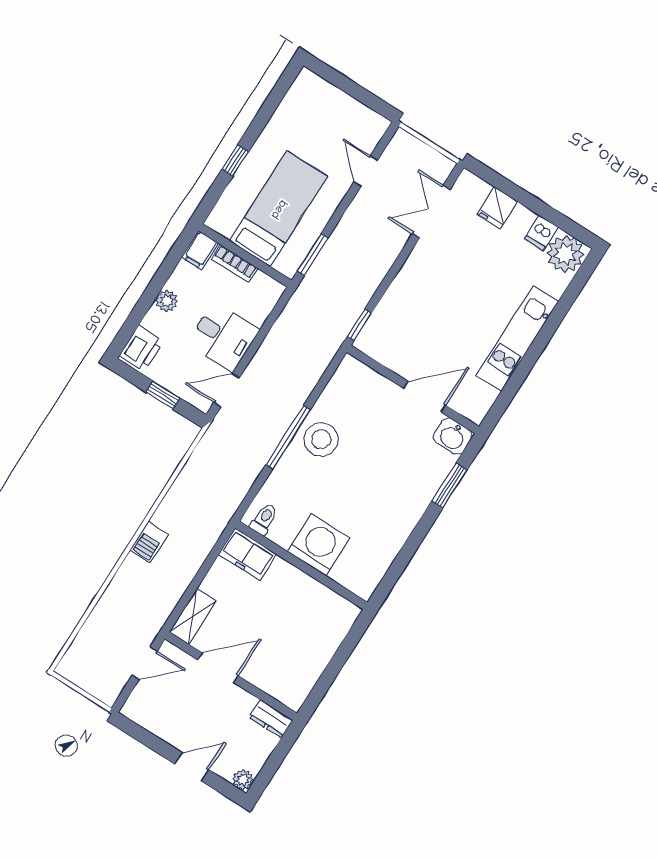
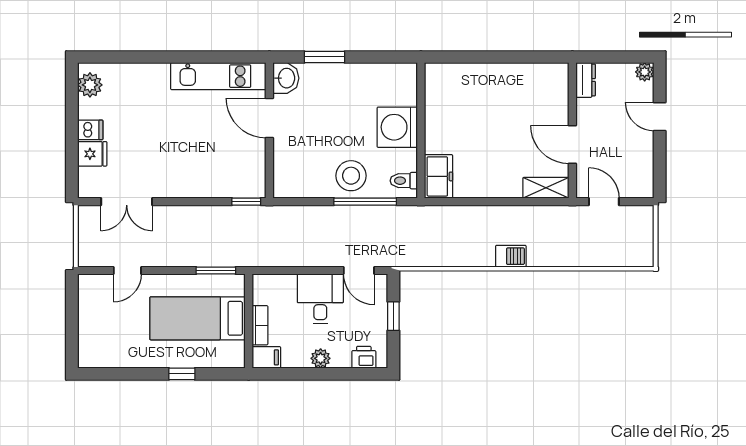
dishwasher: (541, 233) -> (90, 130), moved
plant: (565, 254) -> (90, 85), width x0.73, depth x0.73
kitchen unit: (517, 338) -> (218, 76), moved
printer: (142, 348) -> (364, 357), width x0.73, depth x0.81
toilet: (264, 519) -> (404, 181), moved
washing machine: (319, 545) -> (397, 127), moved
freezer: (247, 554) -> (438, 176), moved
wall: (301, 565) -> (421, 130), moved

